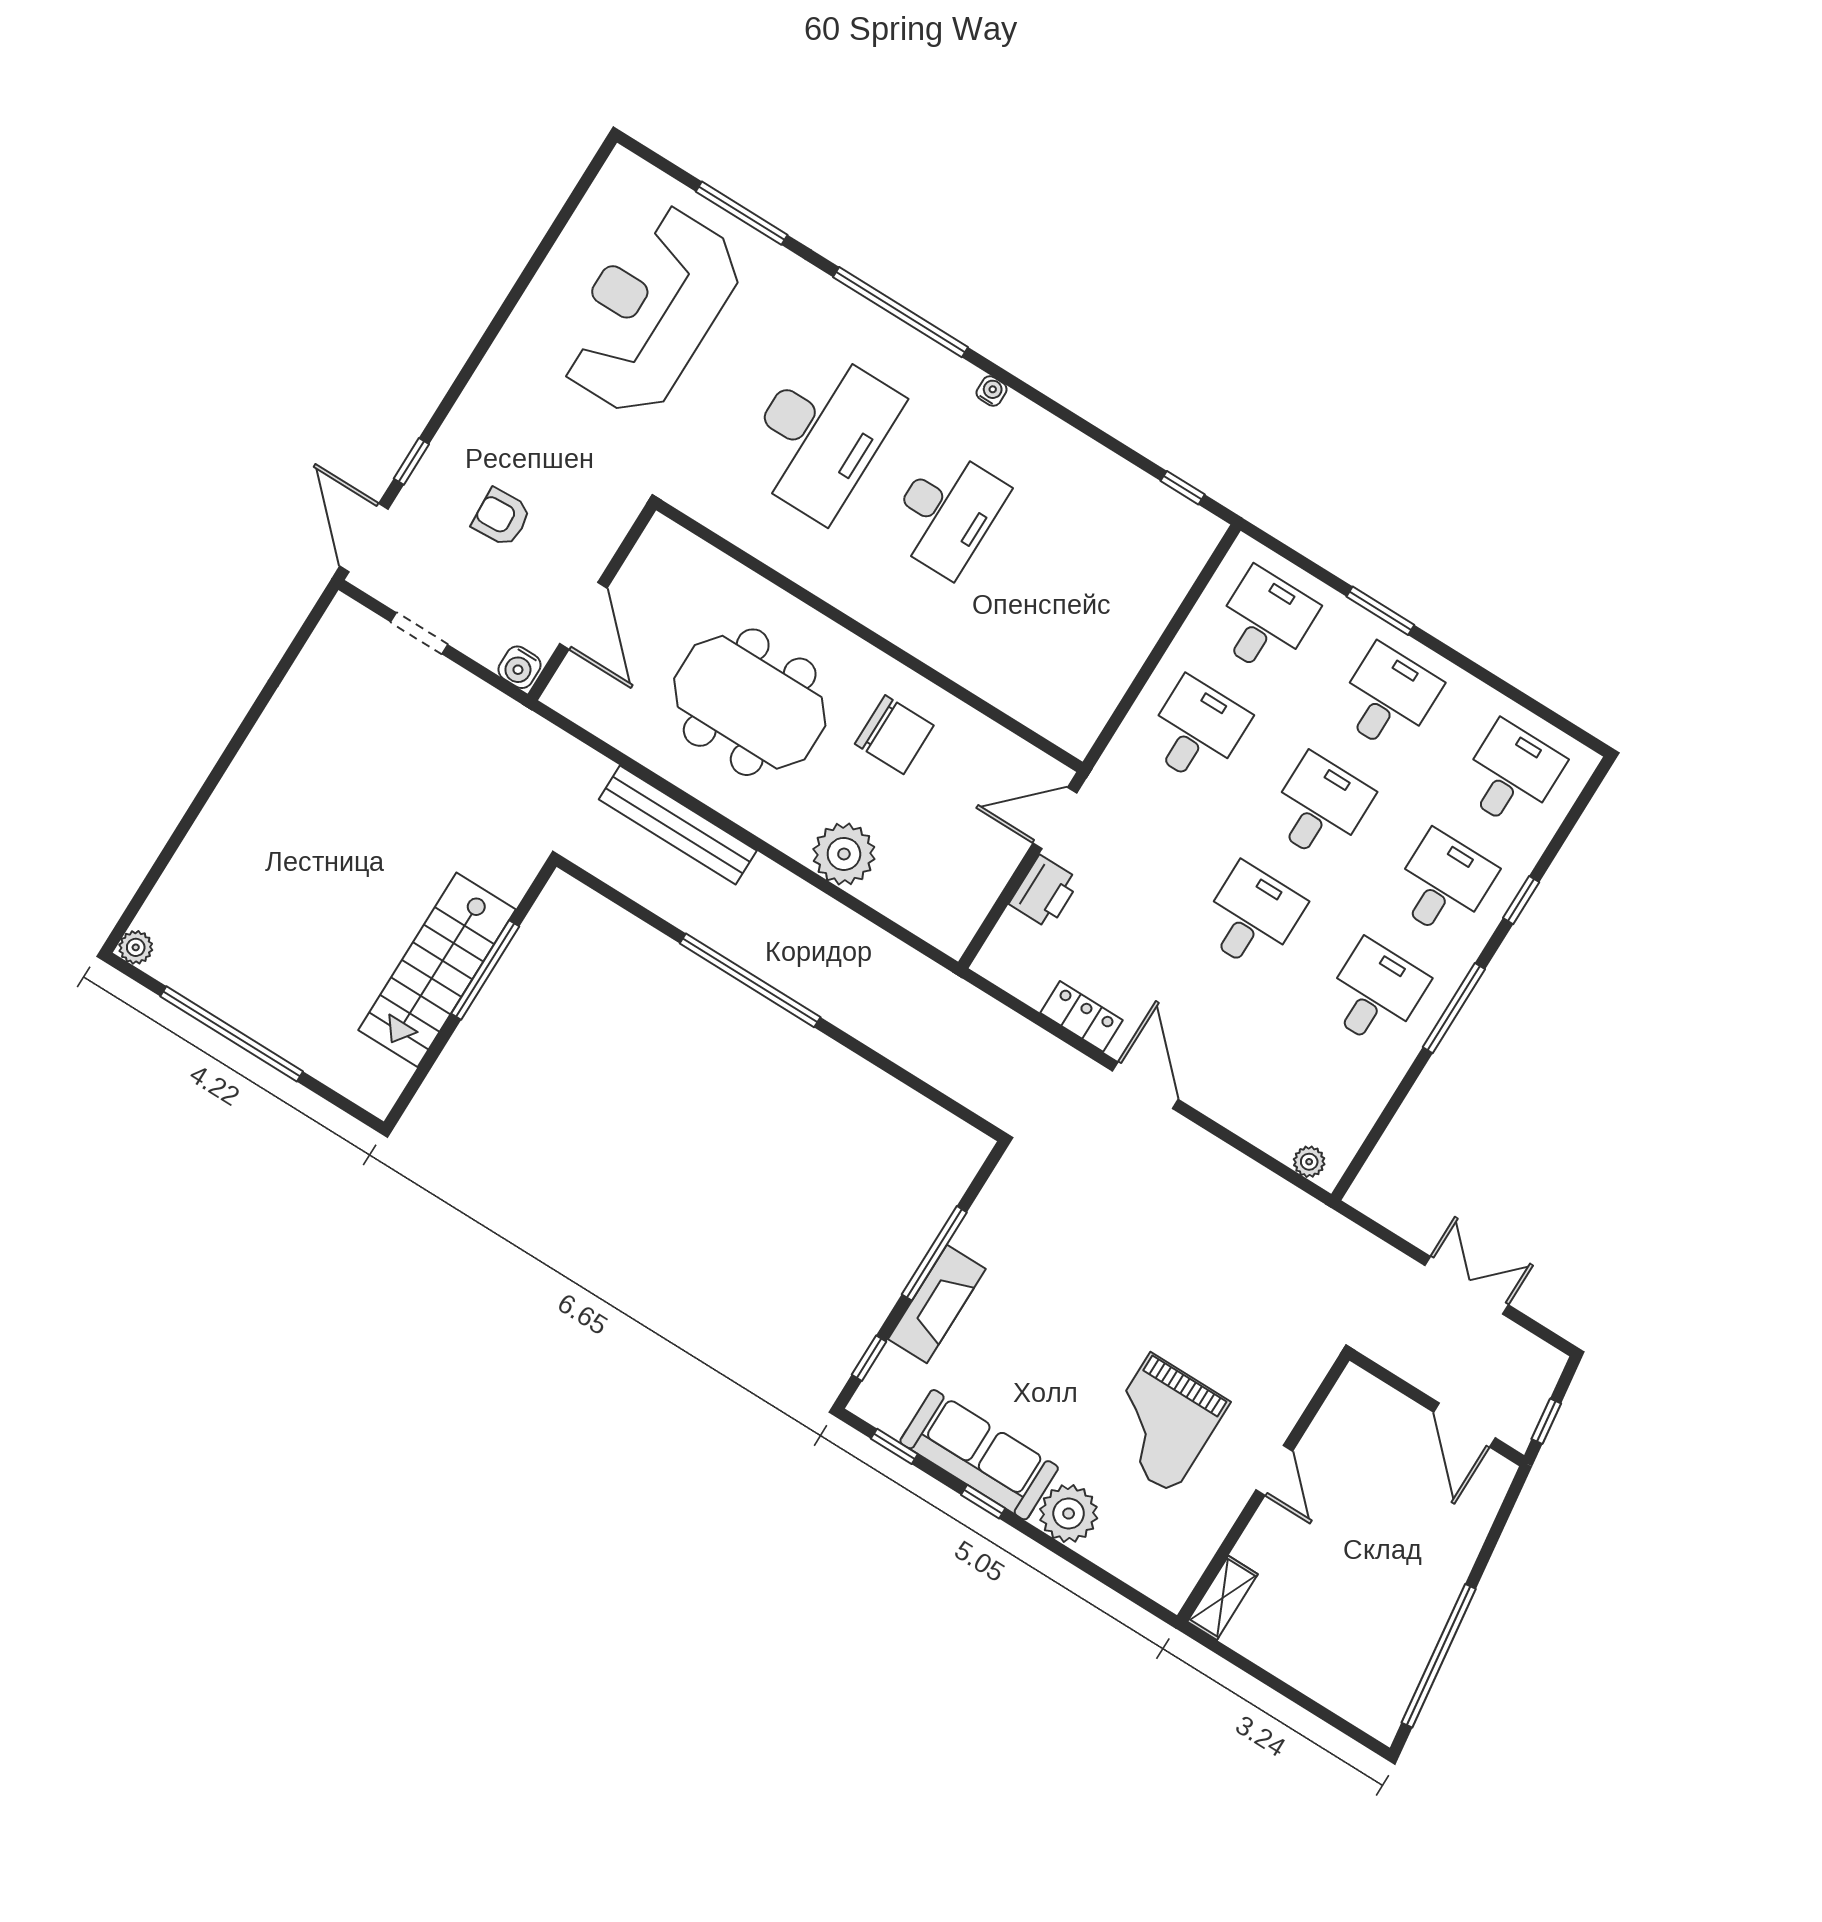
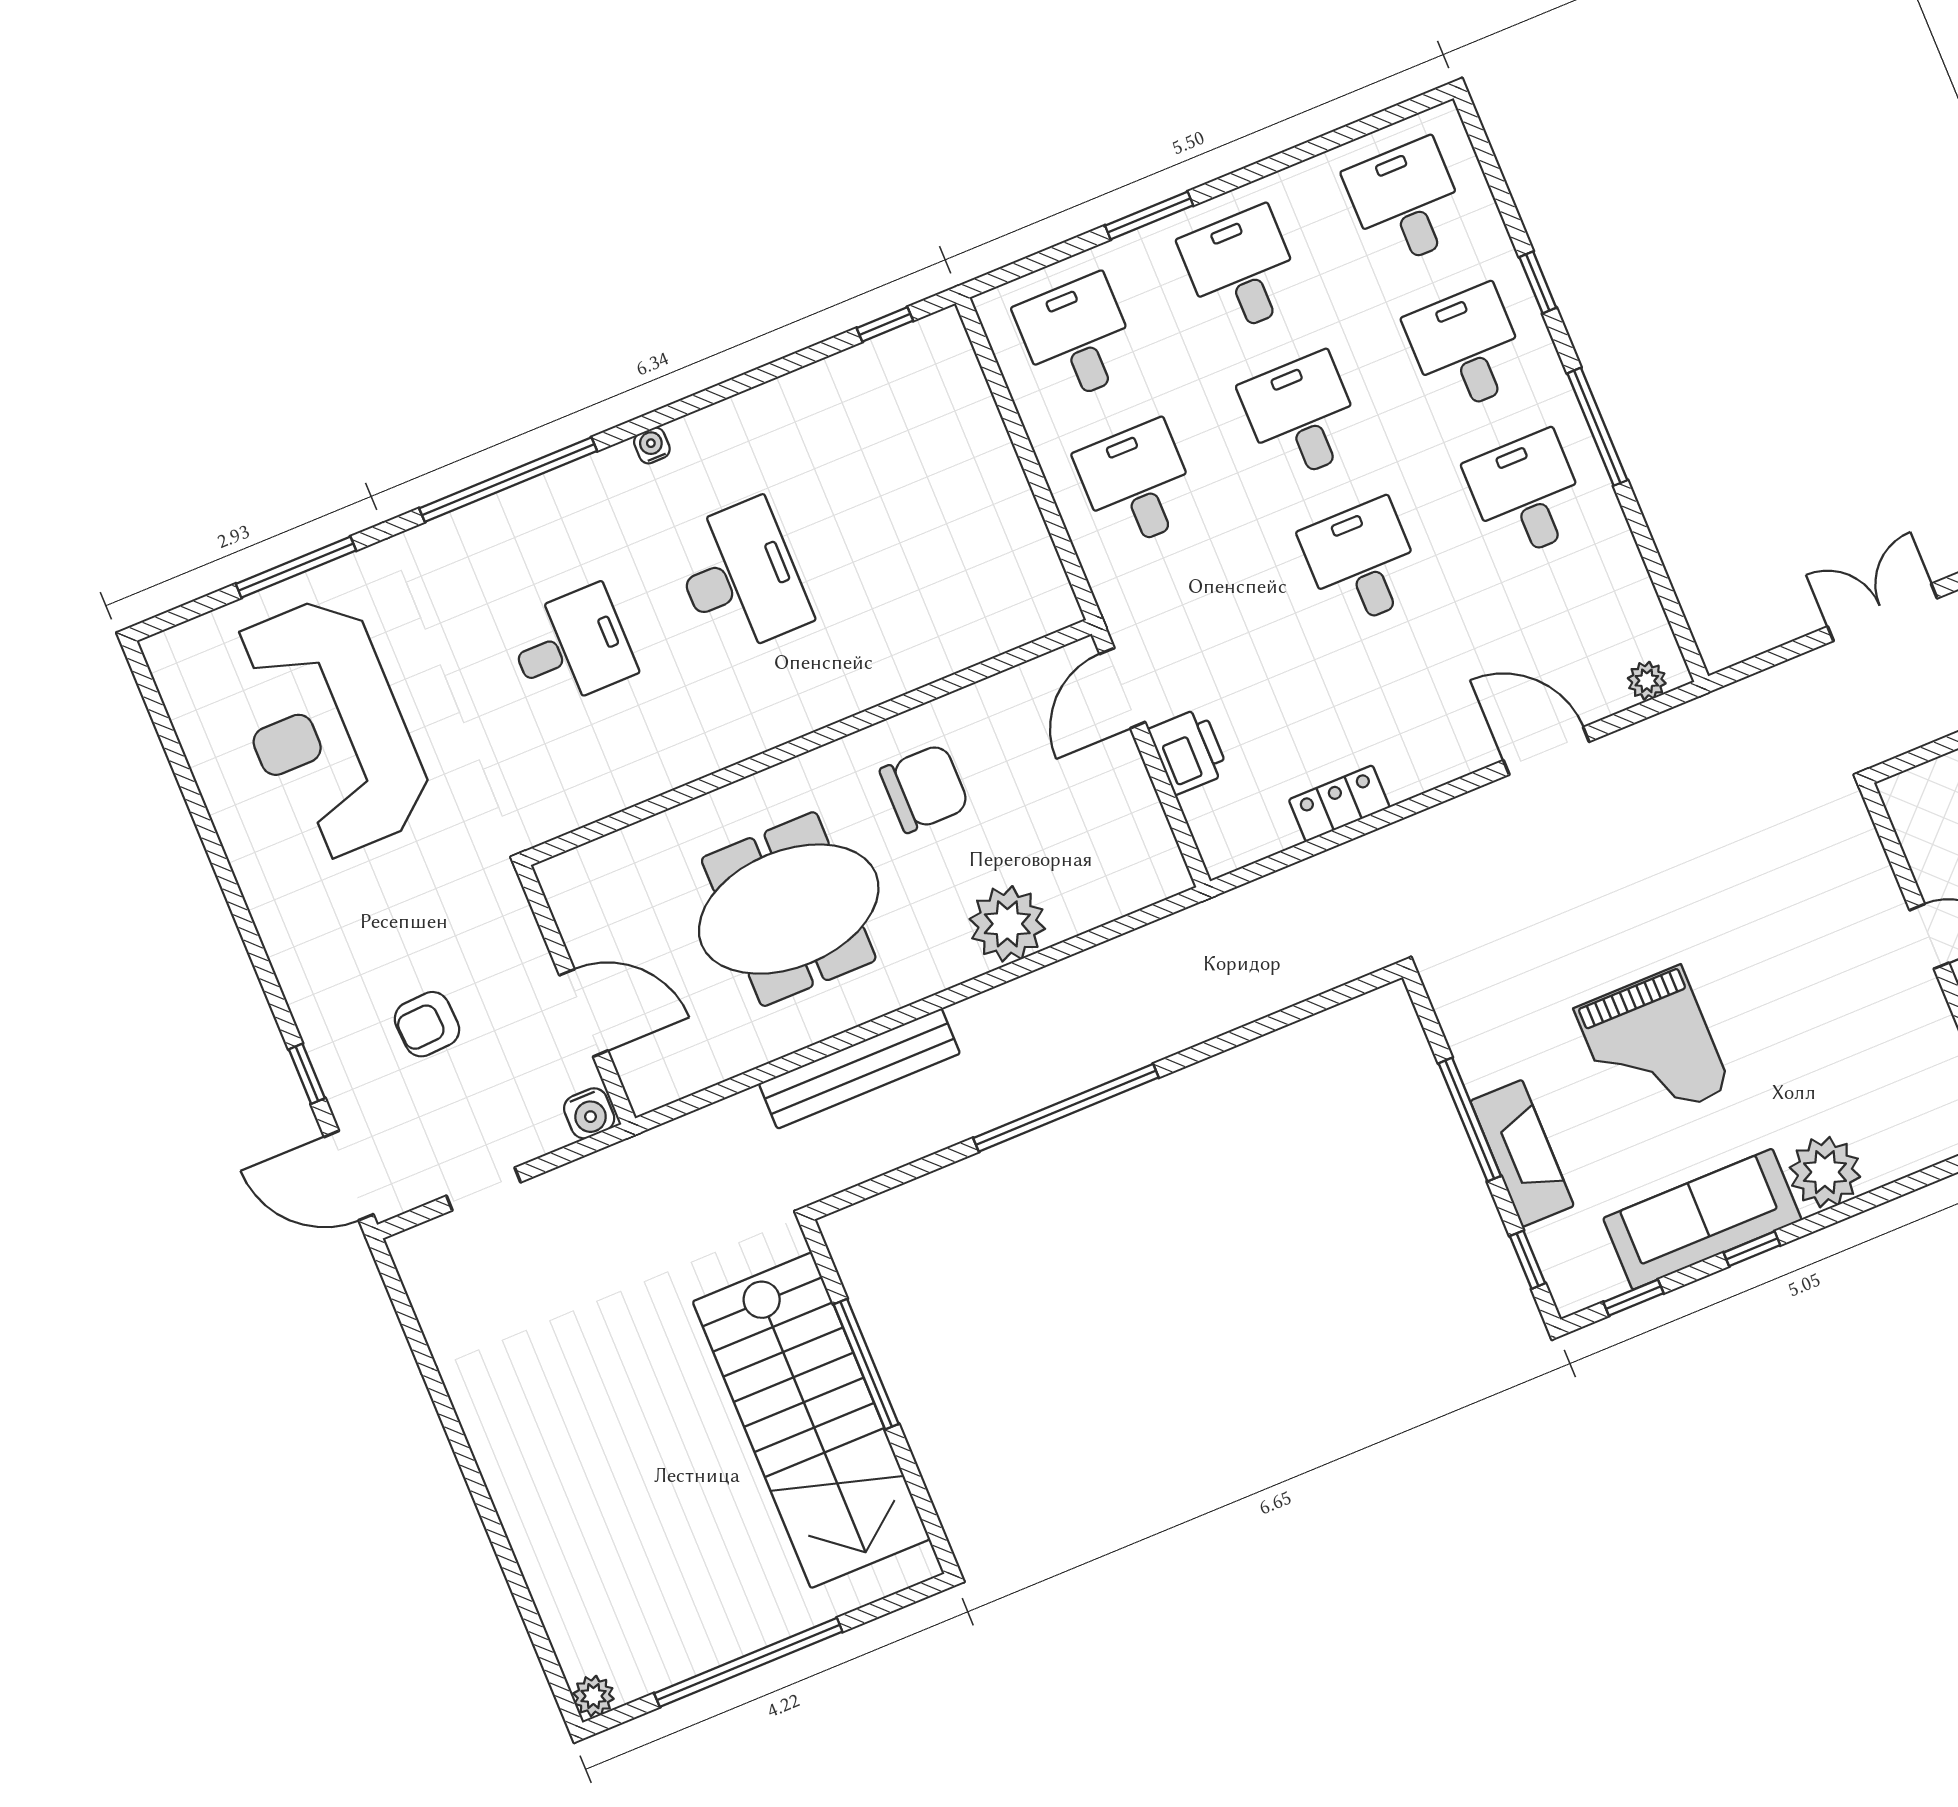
desk: (820, 434) -> (571, 647), width x0.53, depth x0.77
stairs: (437, 970) -> (811, 1420), width x1.36, depth x1.51
door: (1145, 1085) -> (1546, 751), moved
grand piano: (1162, 1423) -> (1653, 1048), moved

